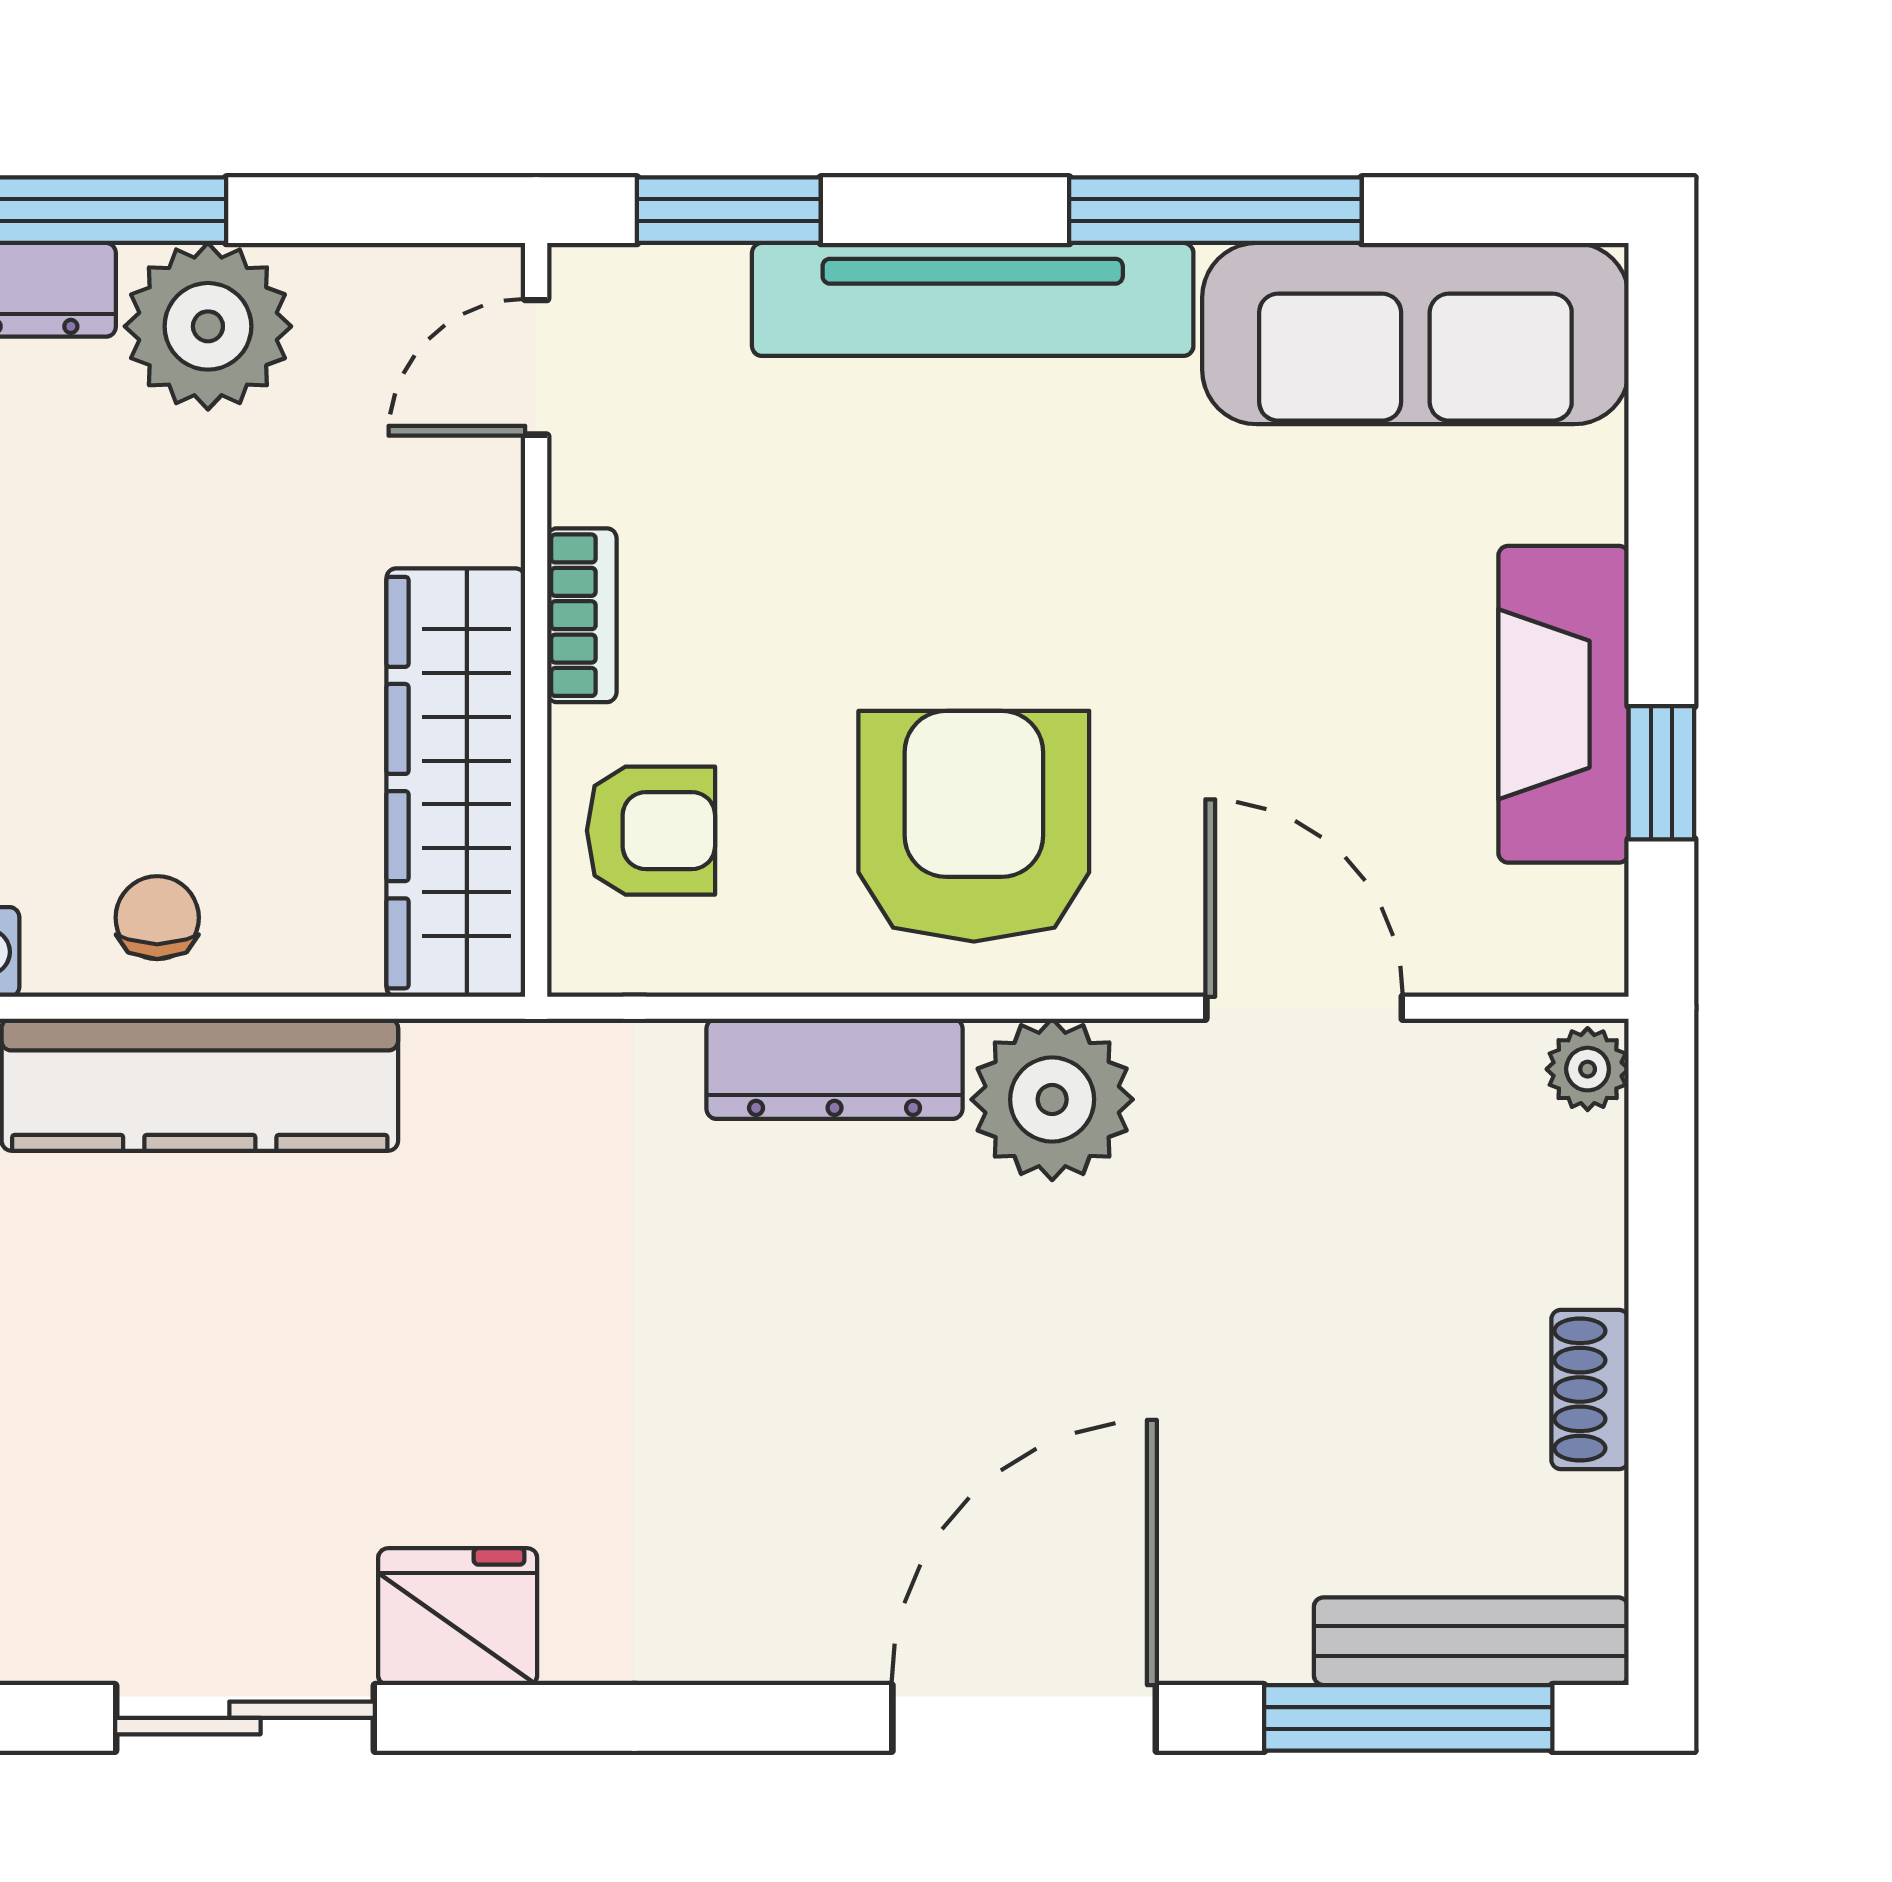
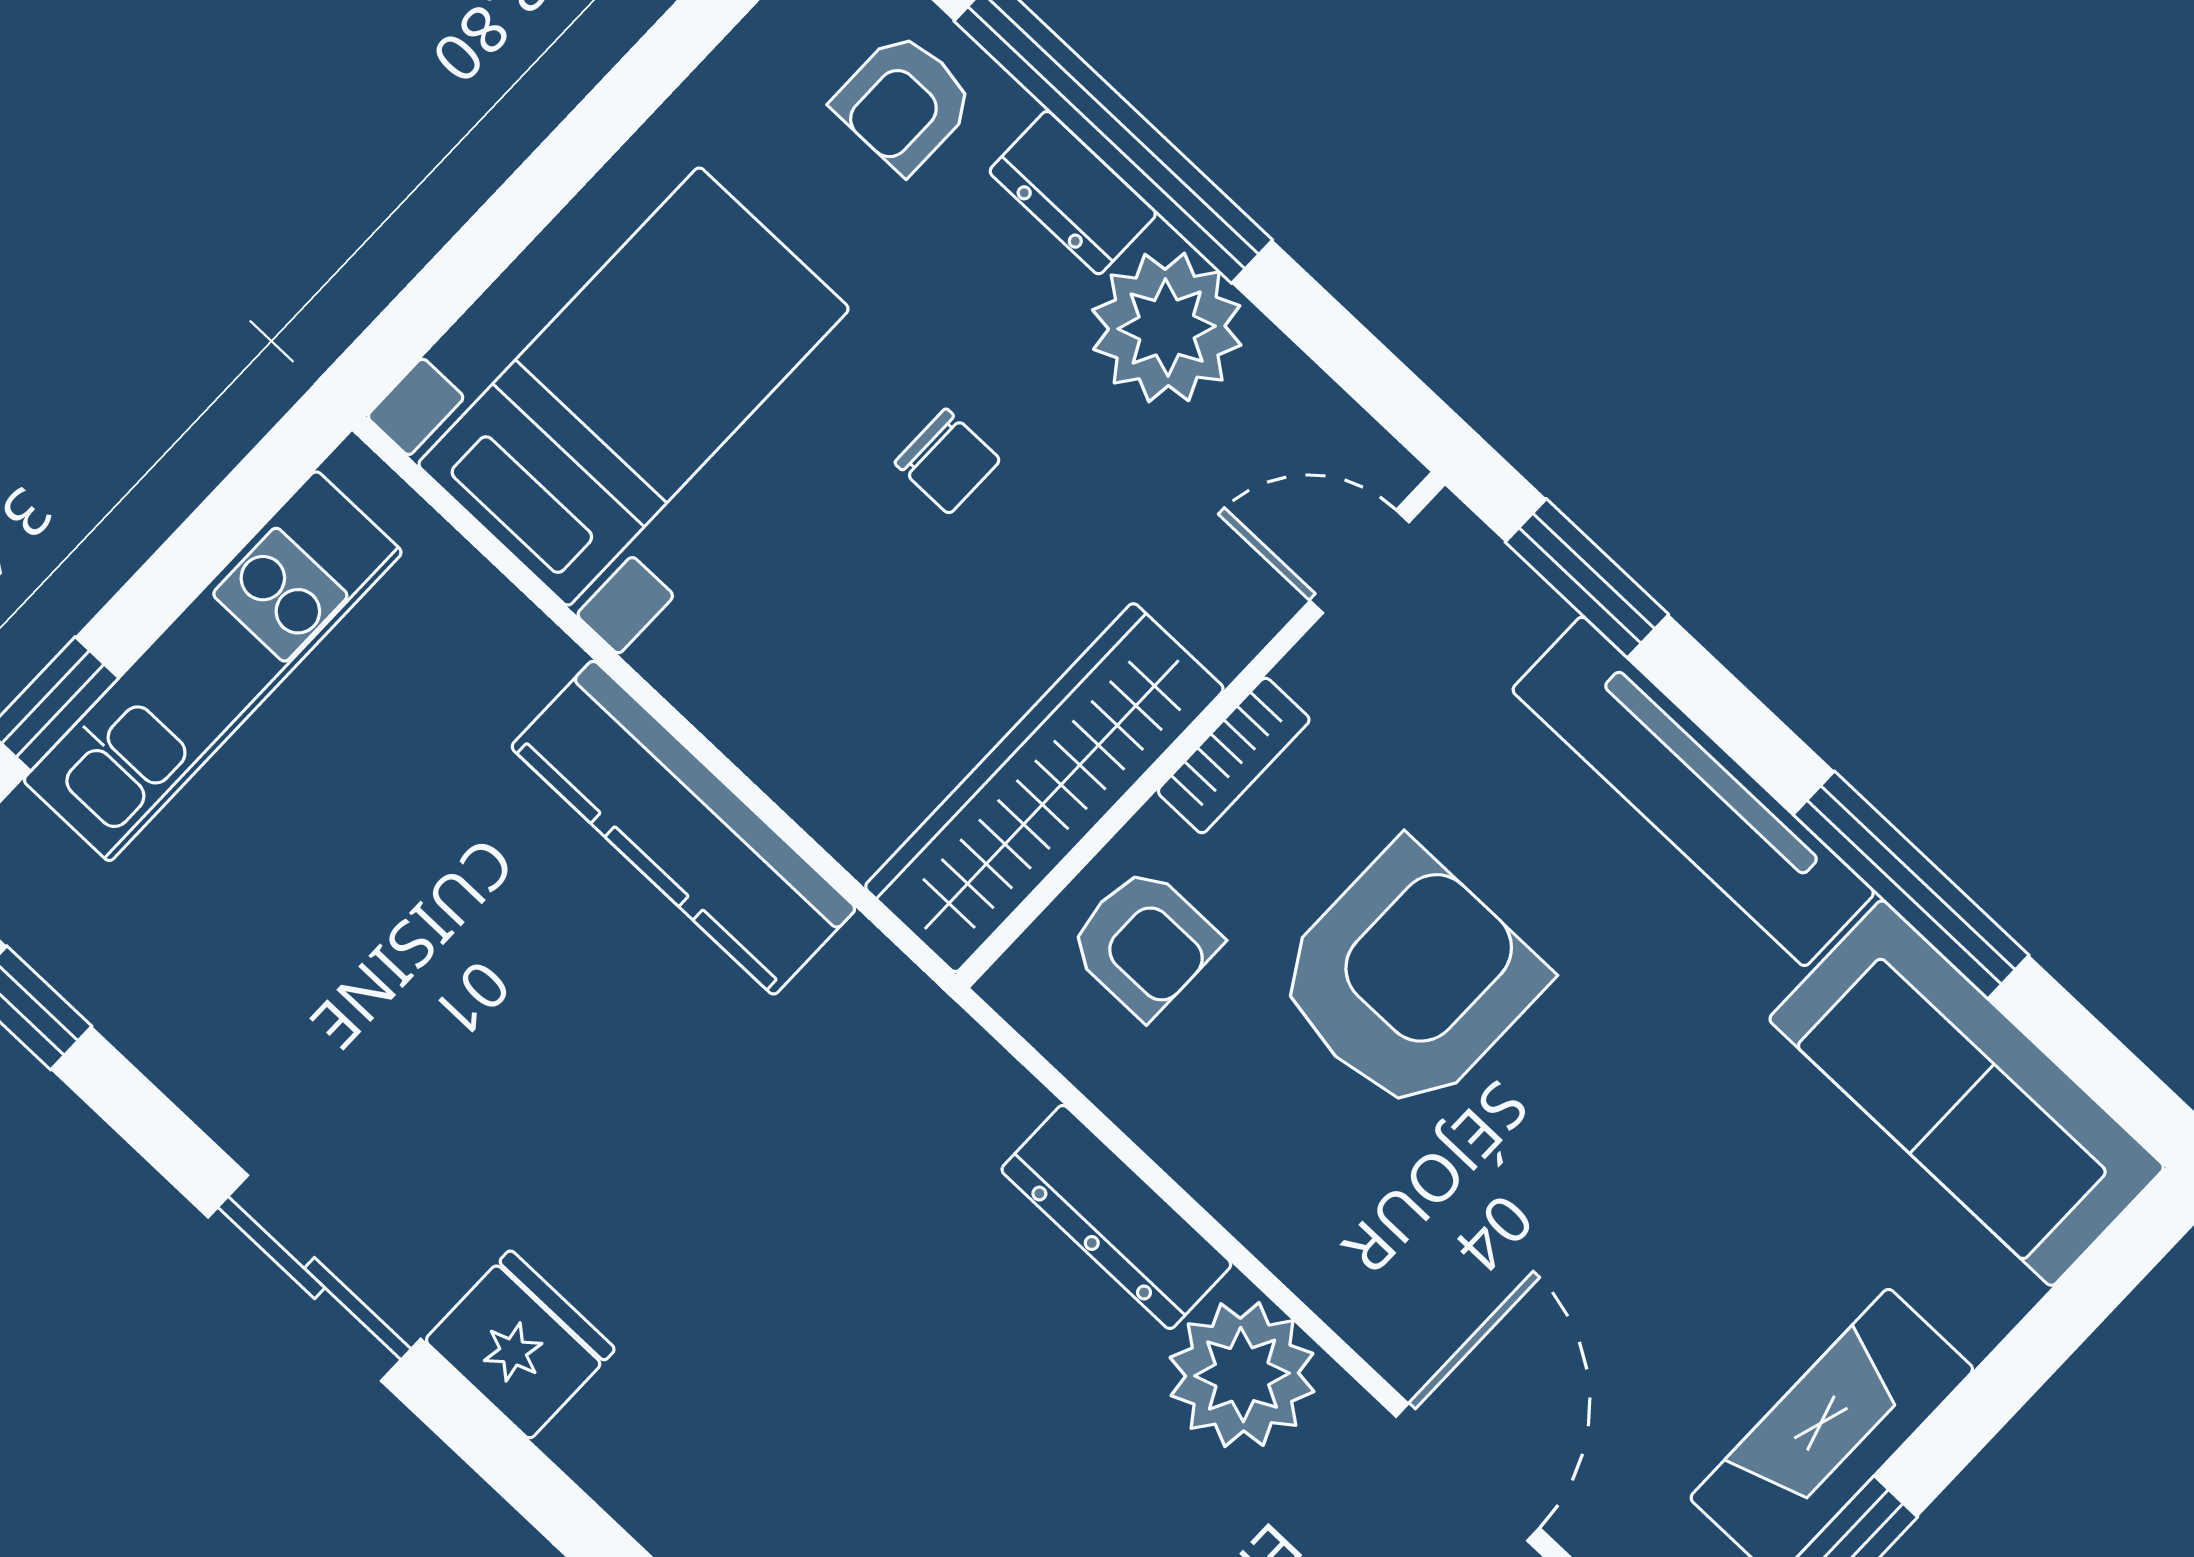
armchair: (974, 826) -> (1408, 979), moved
chair: (157, 918) -> (948, 461), moved, turned 90

